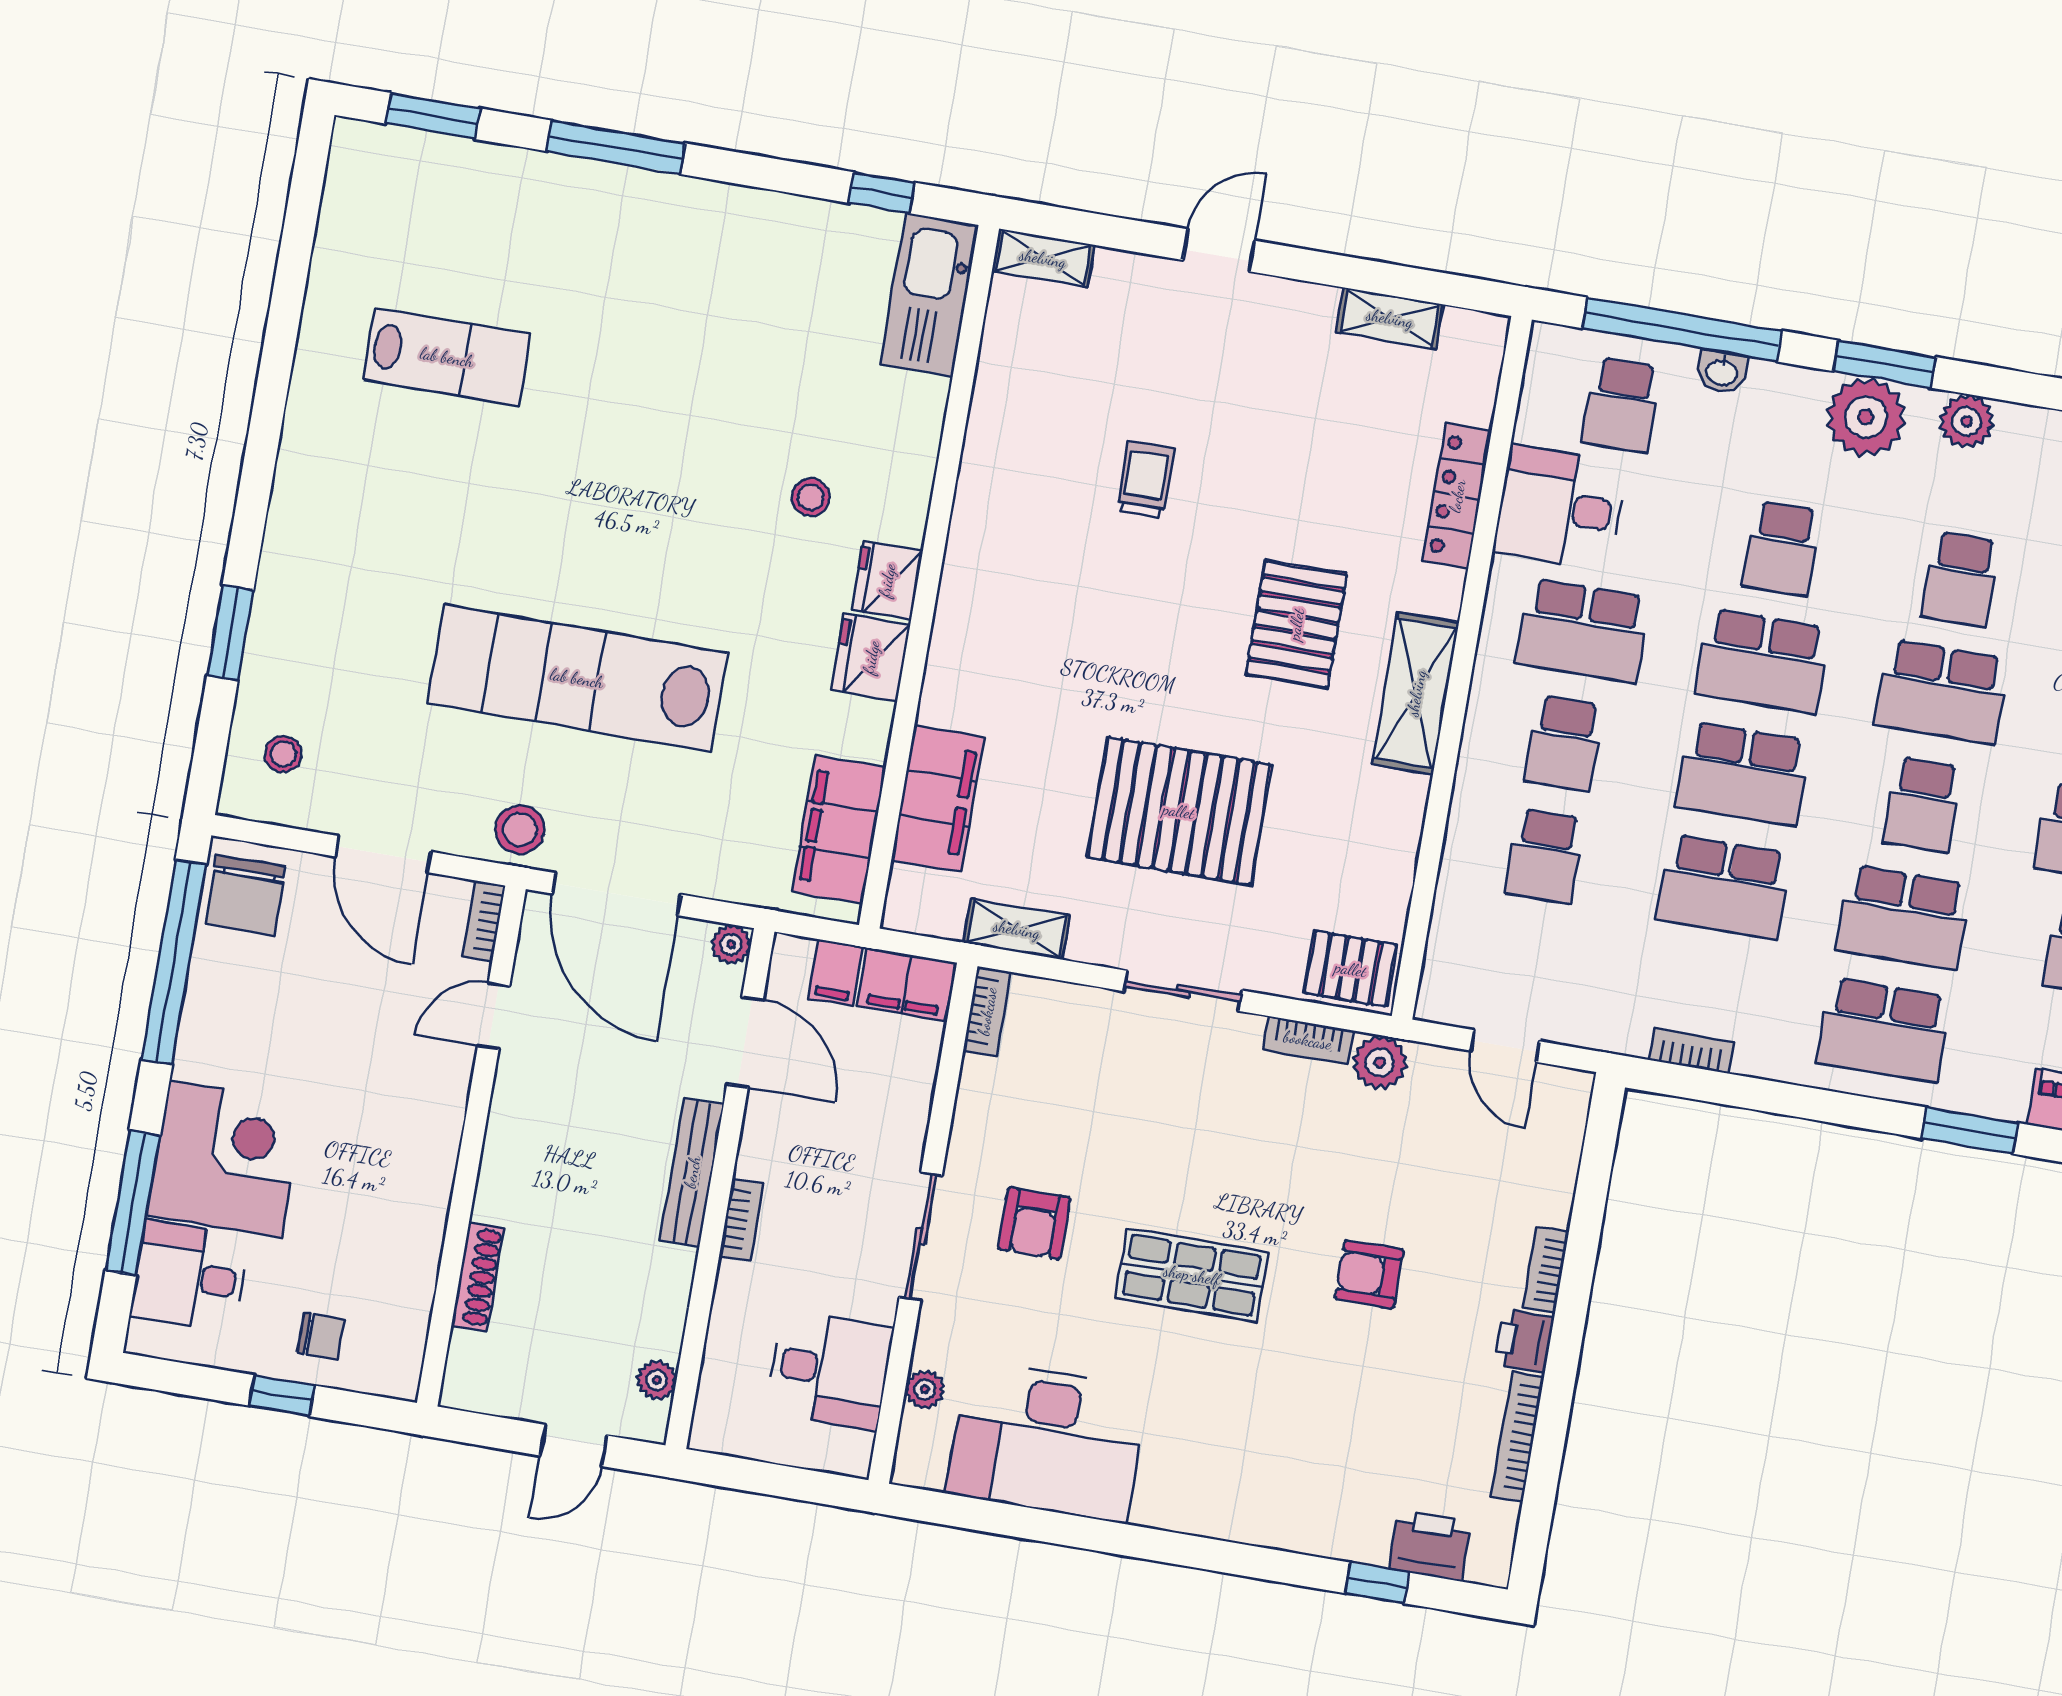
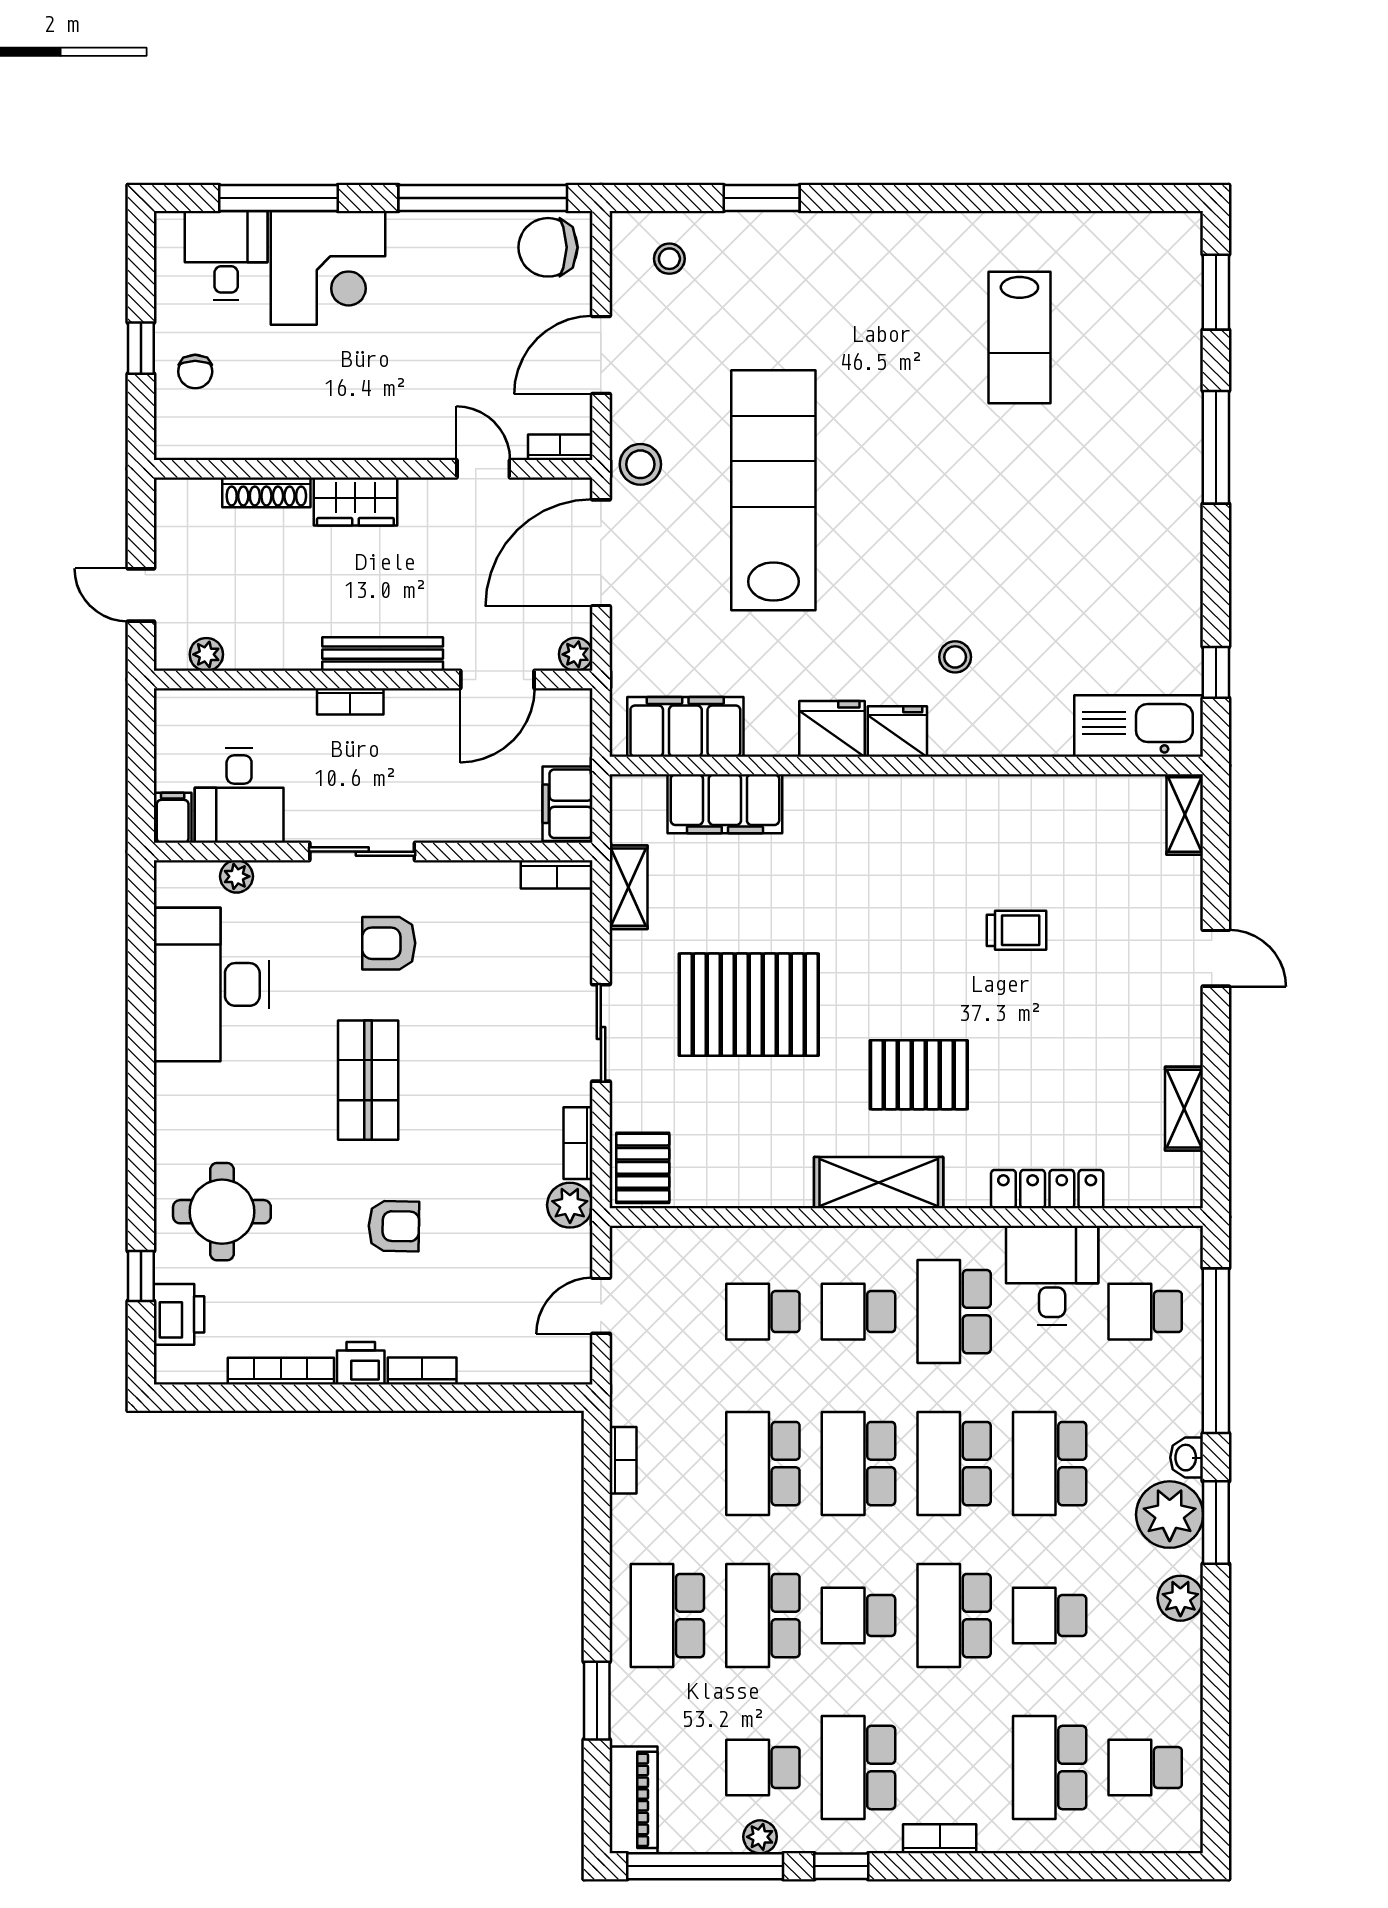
washbasin: (1722, 372) -> (1187, 1458), moved
school desk: (1782, 548) -> (1050, 1464), width x1.85
pallet: (1179, 811) -> (749, 1005), turned 90
filing cabinet: (835, 972) -> (173, 818), moved, turned 90
wardrobe: (506, 1173) -> (355, 502), added
armchair: (1369, 1274) -> (394, 1226), turned 91
round table: (1317, 1474) -> (222, 1212), added

